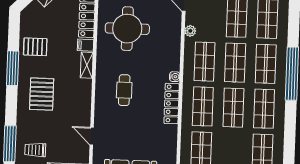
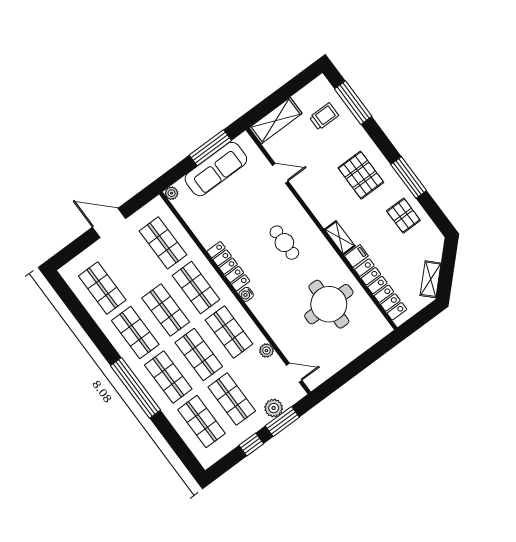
pallet: (35, 47) -> (403, 216), turned 90

